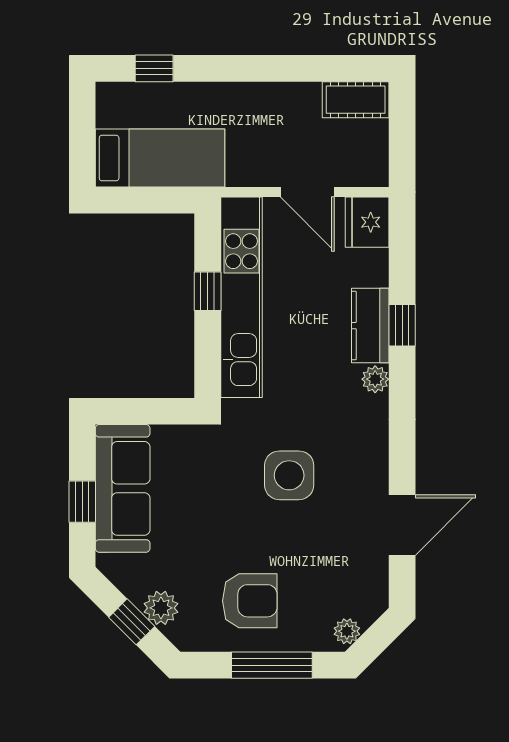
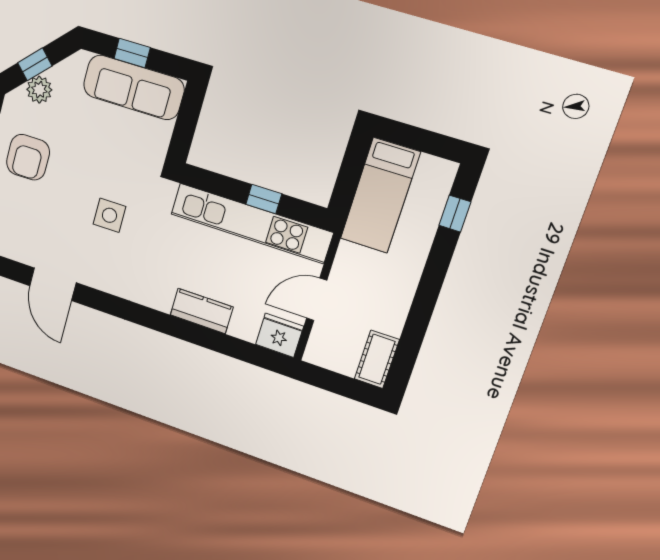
window: (402, 325) -> (195, 334), removed
plant: (375, 379) -> (161, 301), removed
side table: (289, 475) -> (109, 215), width x0.73, depth x0.73

